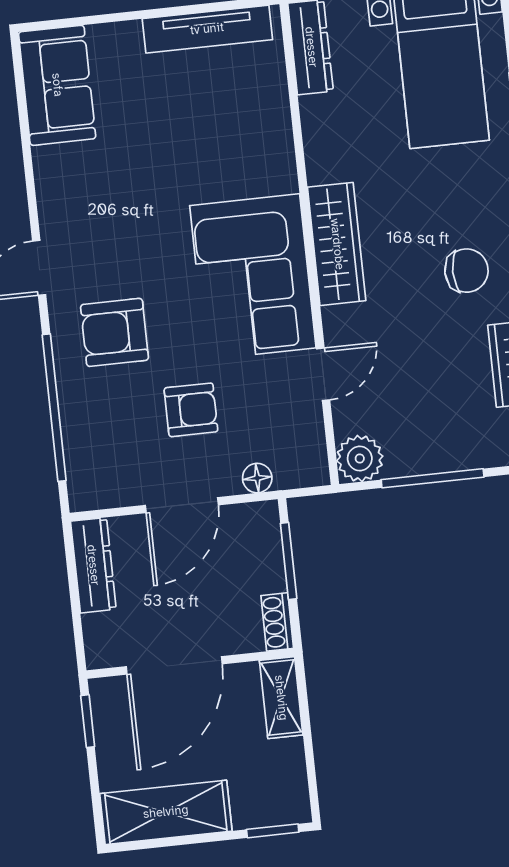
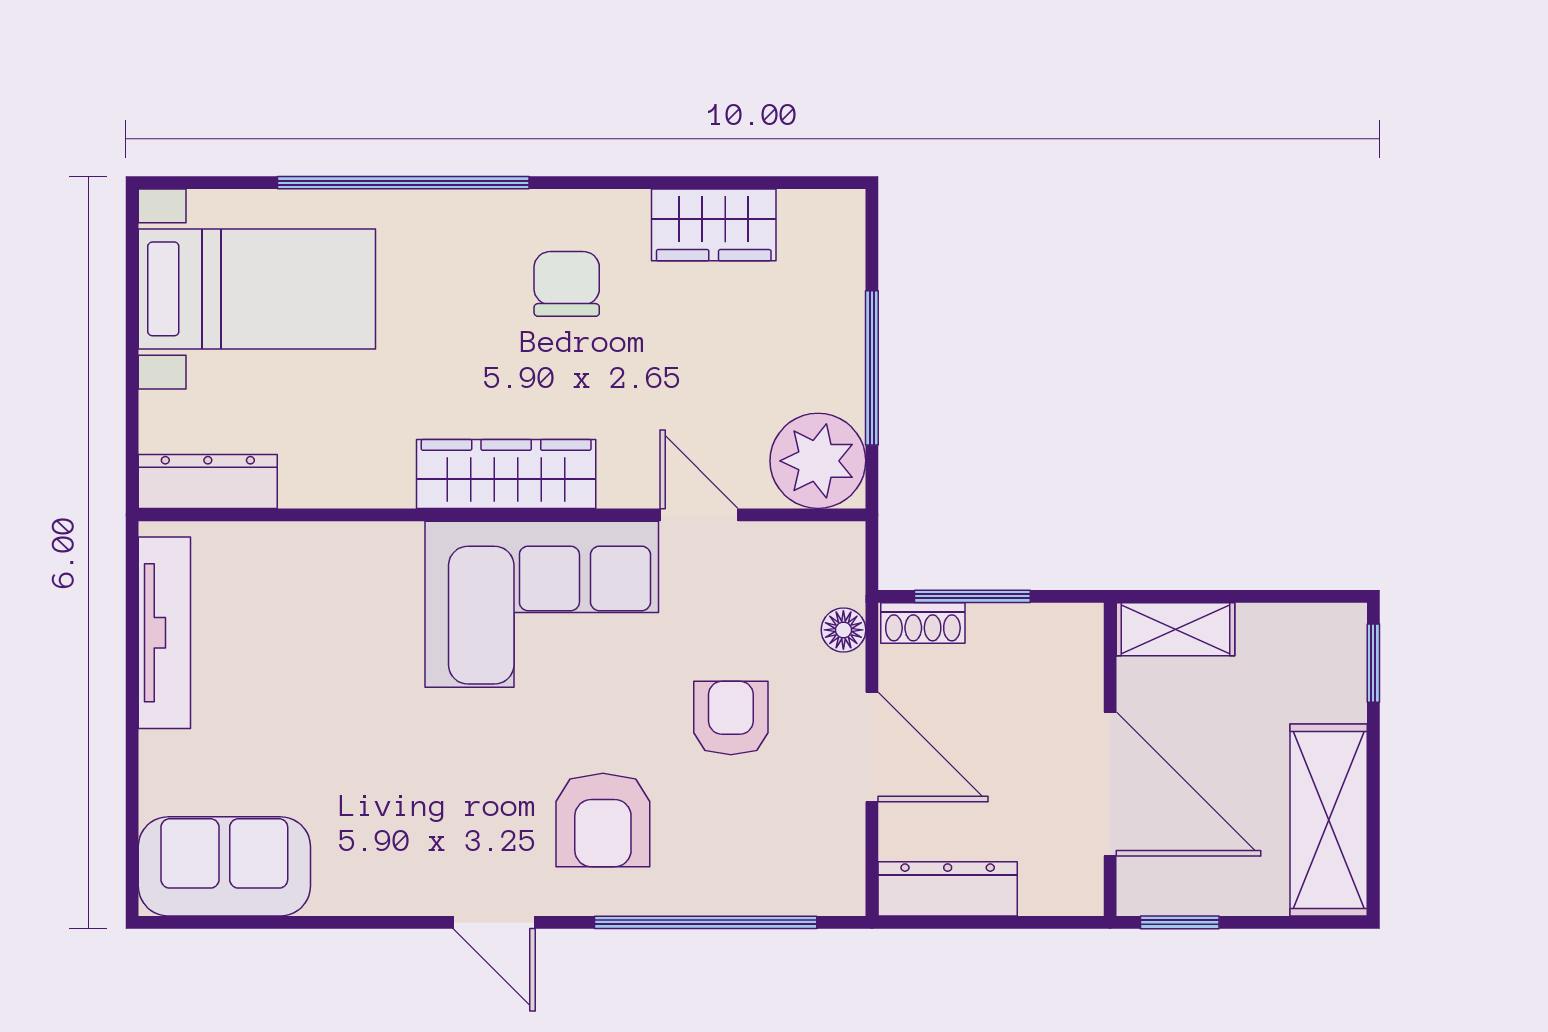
plant: (360, 458) -> (818, 461), width x1.36, depth x1.36
shoe rack: (277, 622) -> (923, 623), moved

